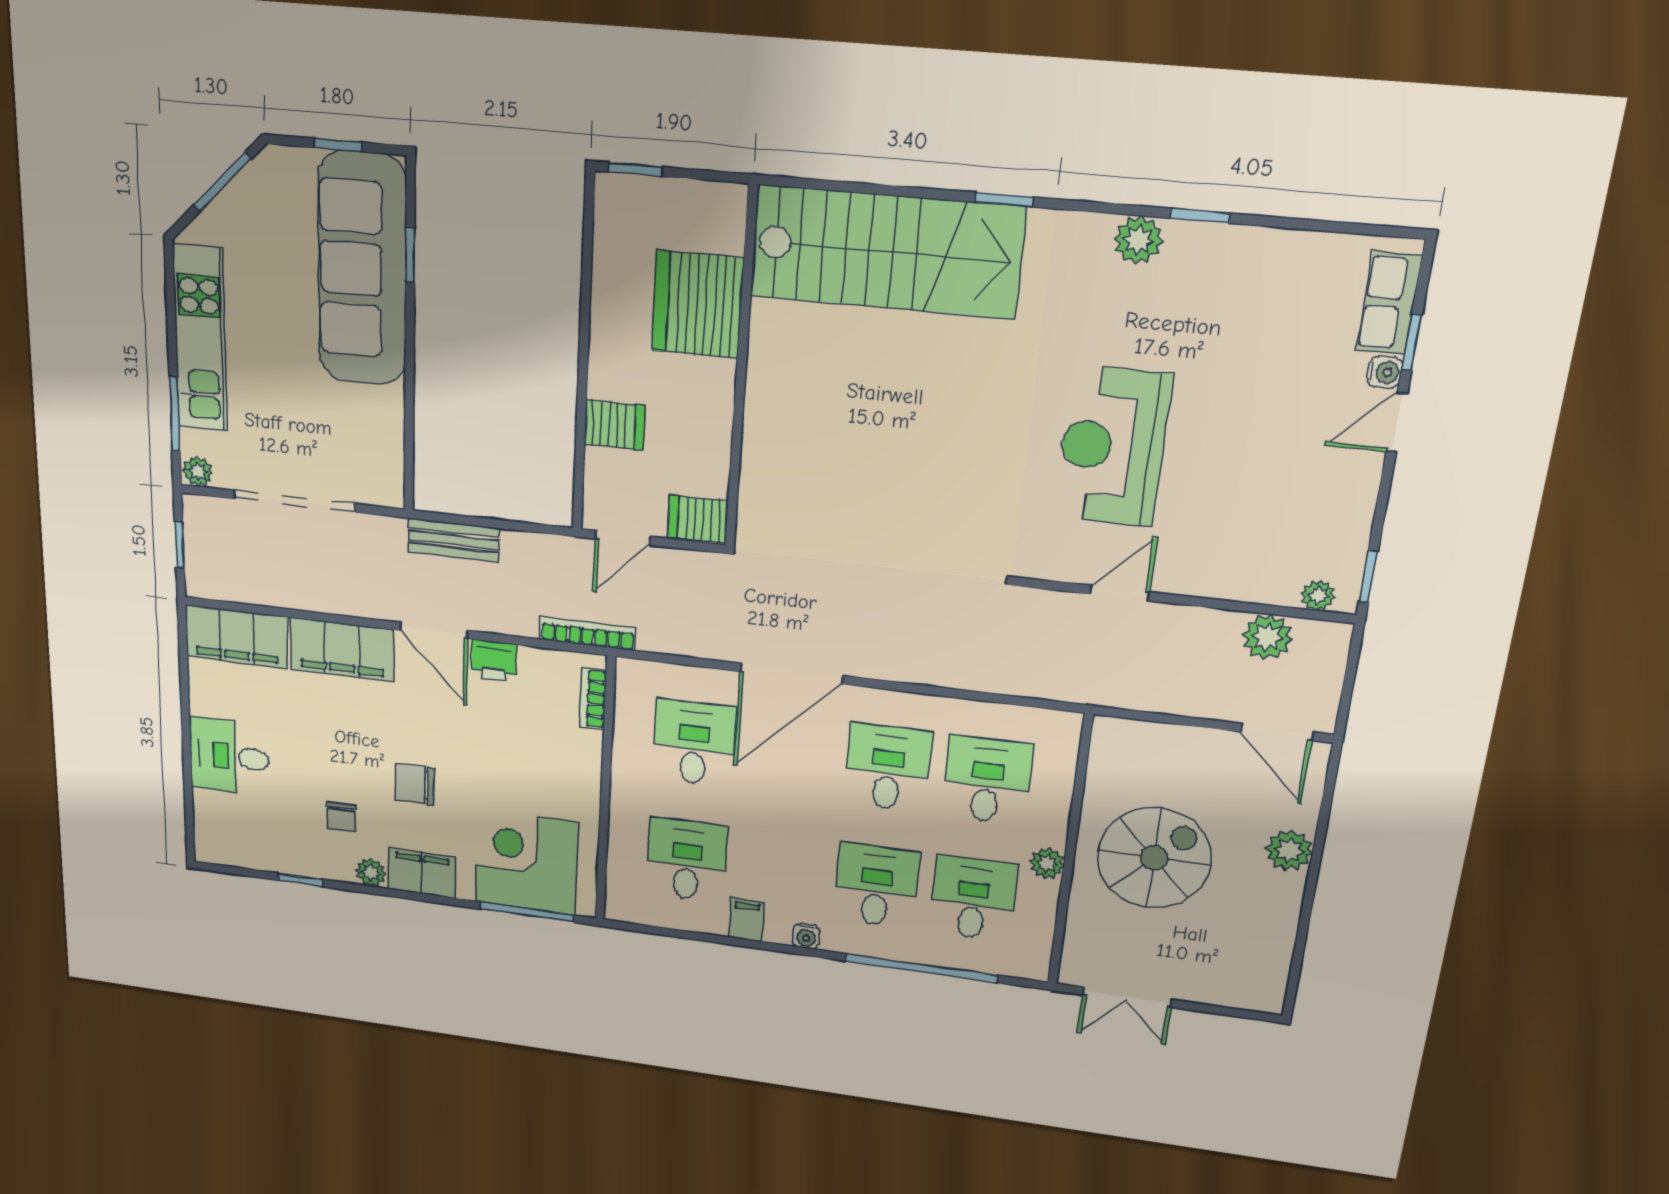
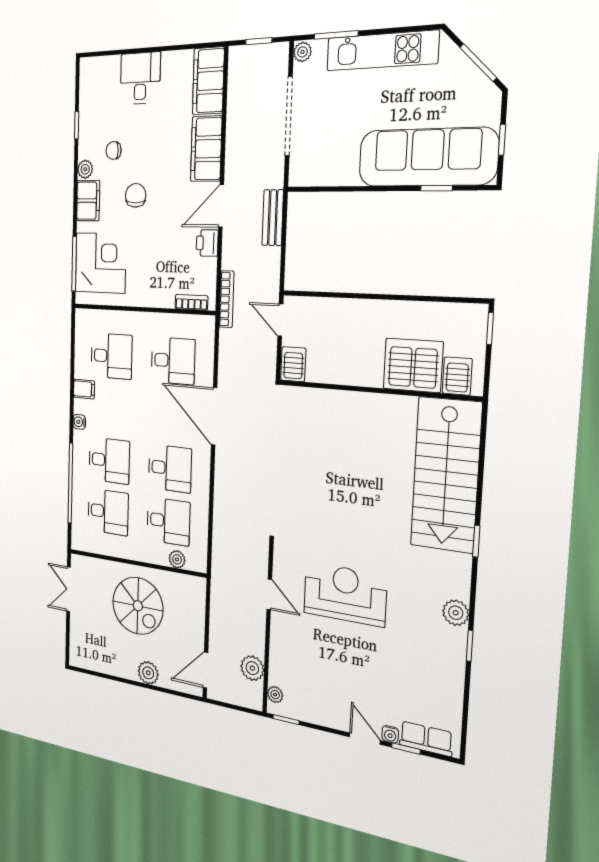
server rack: (615, 425) -> (457, 376), moved, turned 180
plant: (1047, 864) -> (177, 559), moved

